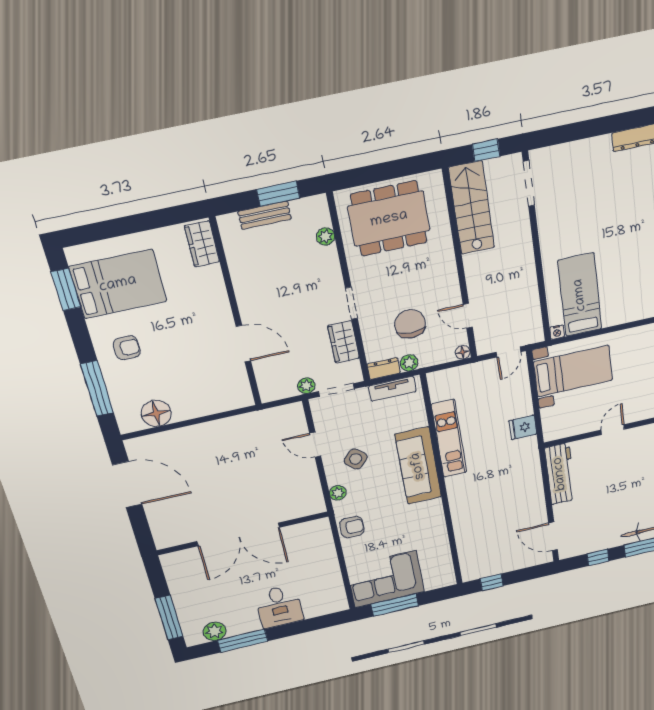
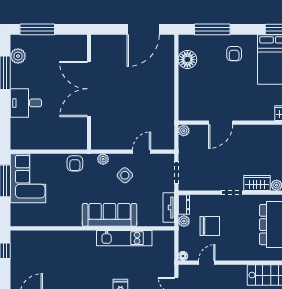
wardrobe: (344, 342) -> (257, 183), moved
plant: (306, 386) -> (184, 131), moved

